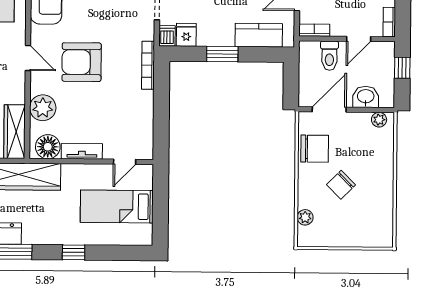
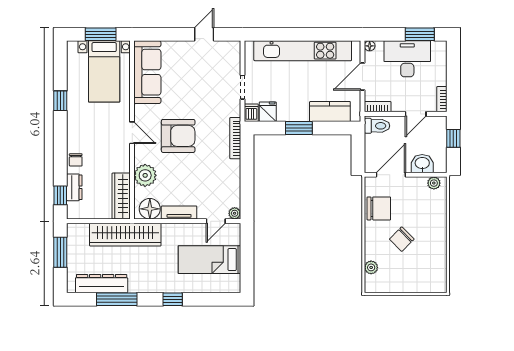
toilet: (329, 56) -> (377, 126), moved, turned -90
armchair: (82, 62) -> (178, 136), turned 180
plant: (147, 153) -> (235, 213), added

